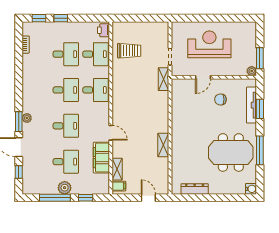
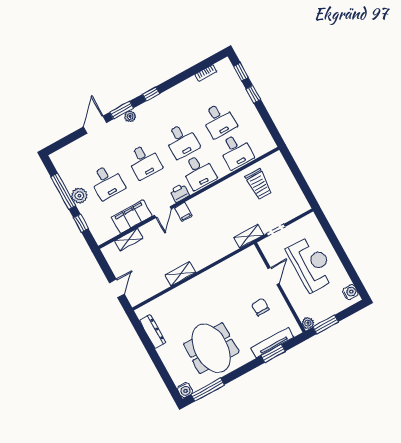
water cooler: (246, 27) -> (350, 292), added
printer: (103, 30) -> (180, 193), moved
door: (203, 77) -> (274, 276), swing flipped
window: (260, 150) -> (208, 390), moved
window: (19, 172) -> (151, 94), moved
filing cabinet: (119, 186) -> (183, 212), moved

